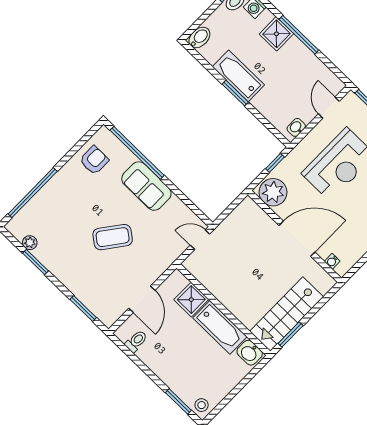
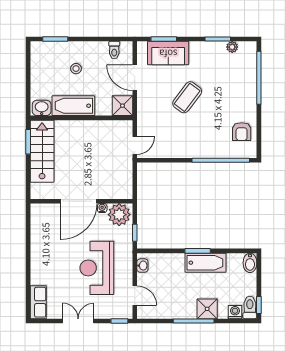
sofa: (146, 186) -> (168, 53), moved, turned 180
water cooler: (332, 261) -> (102, 208), moved
shower: (191, 300) -> (122, 106), moved
stool: (202, 405) -> (76, 69), moved

